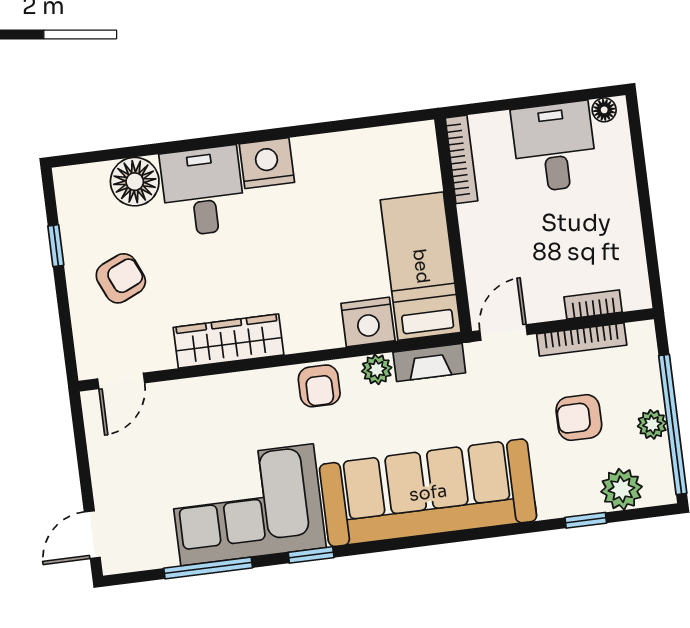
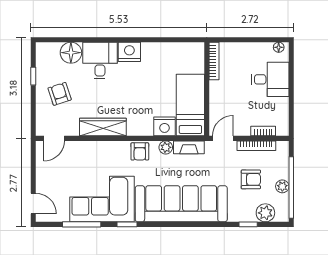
desk: (554, 147) -> (270, 79), moved, turned 90
armchair: (121, 278) -> (60, 94), turned -84
armchair: (579, 418) -> (251, 179), turned 180
door: (92, 535) -> (33, 204), swing flipped

